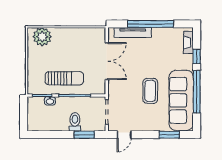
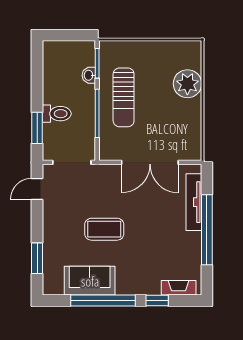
plant: (42, 37) -> (187, 84), moved
sofa: (181, 100) -> (90, 281), width x0.54, depth x0.79
door: (124, 135) -> (37, 189), hinge flipped

